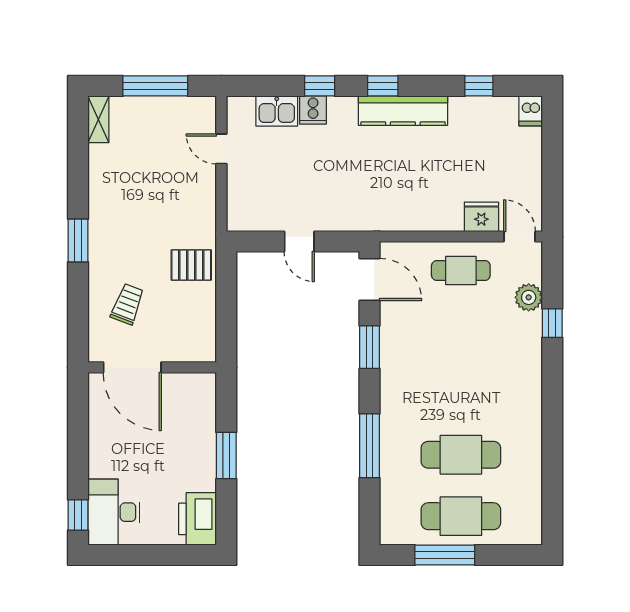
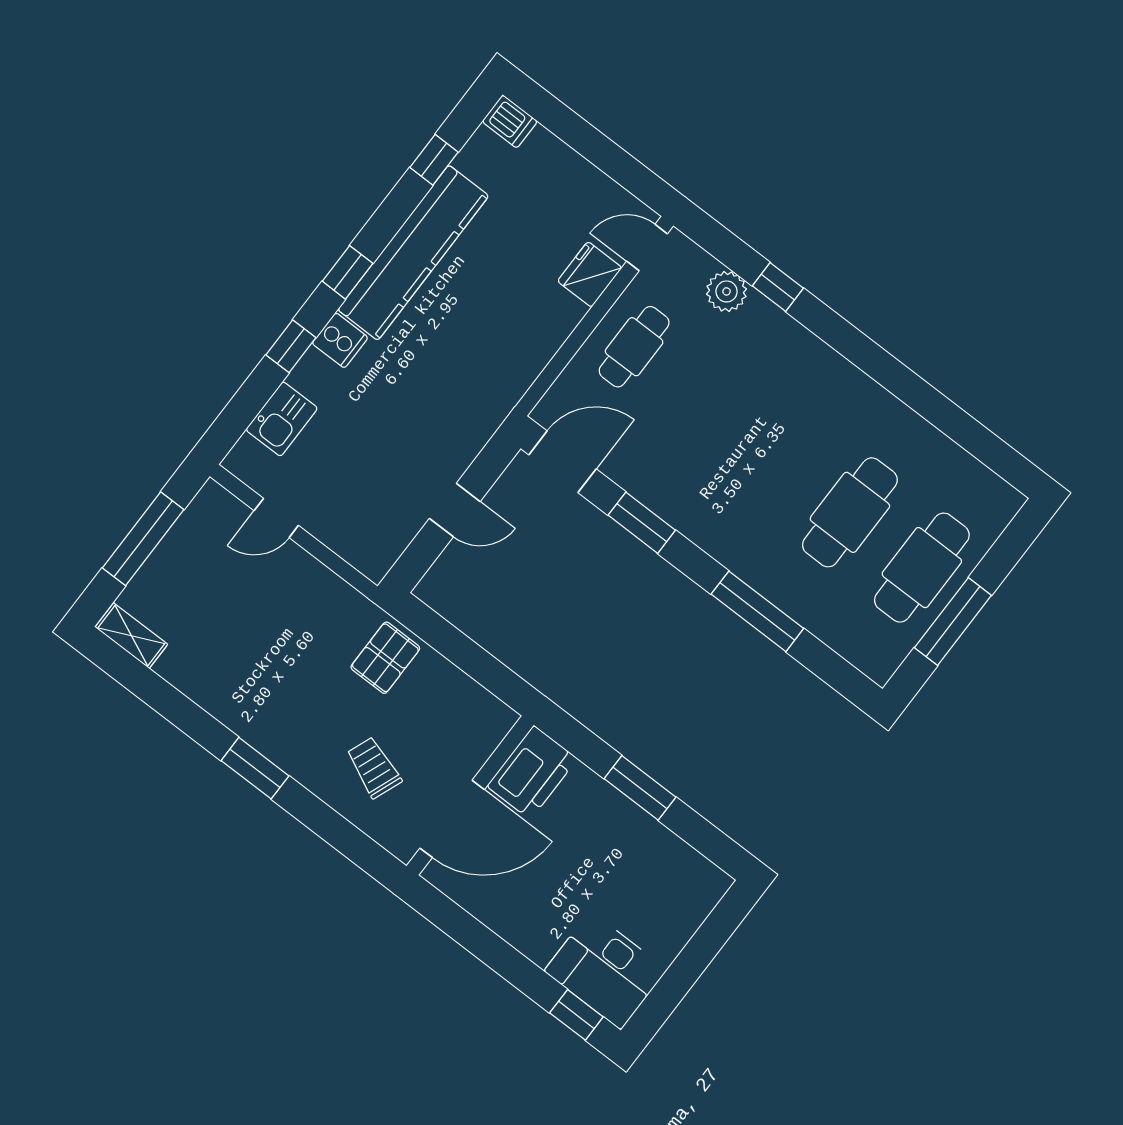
cooker: (313, 110) -> (340, 340), moved
kitchen counter: (403, 111) -> (413, 253), width x1.39, depth x1.17
printer: (198, 519) -> (532, 772), moved, turned -90

